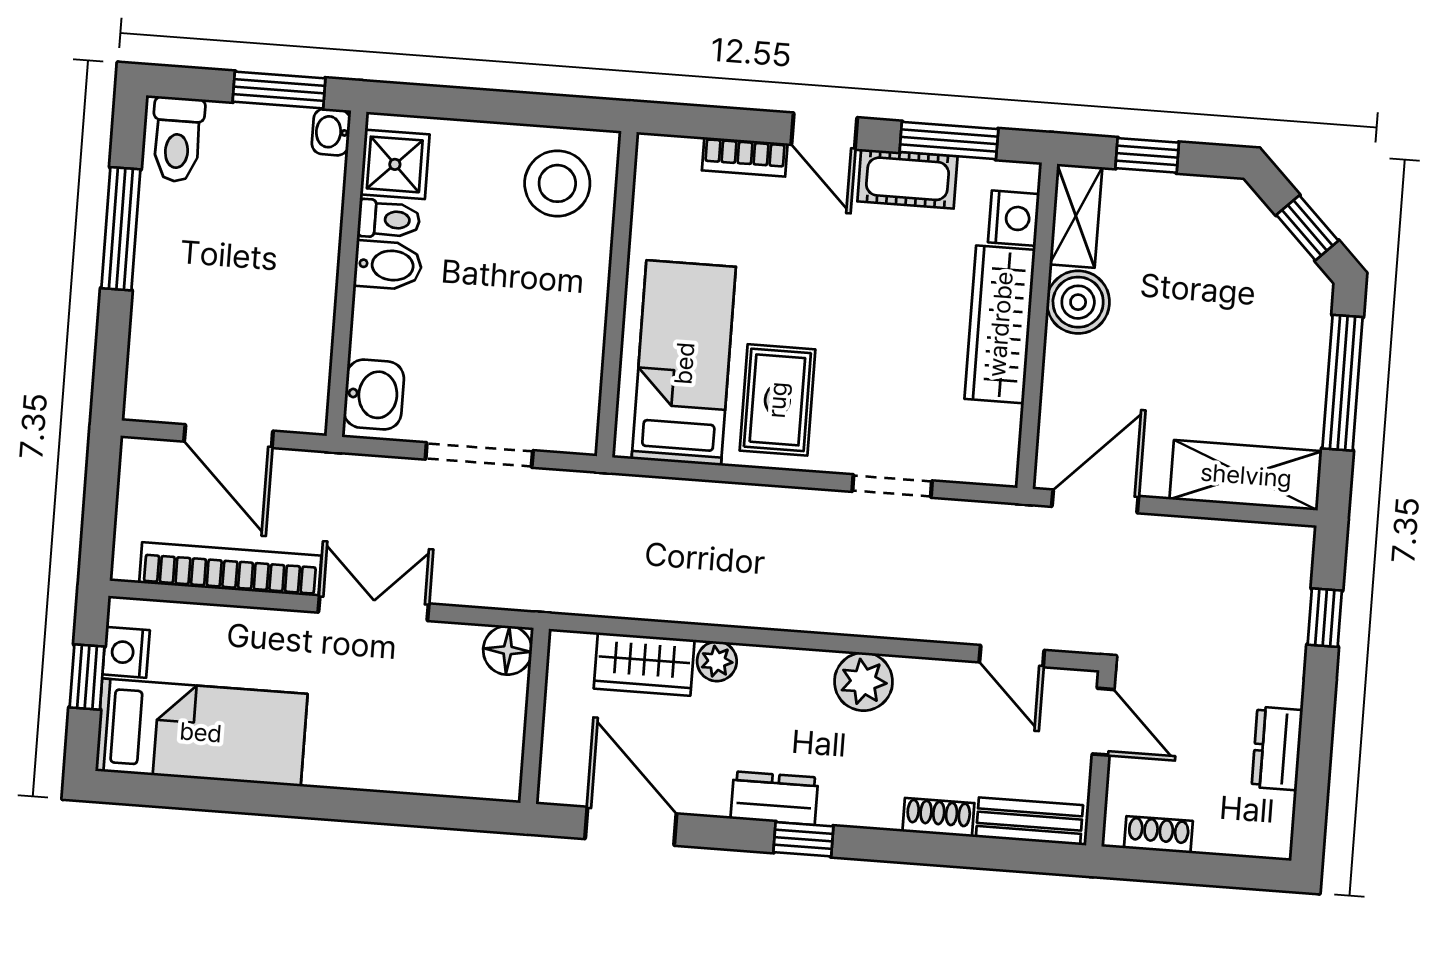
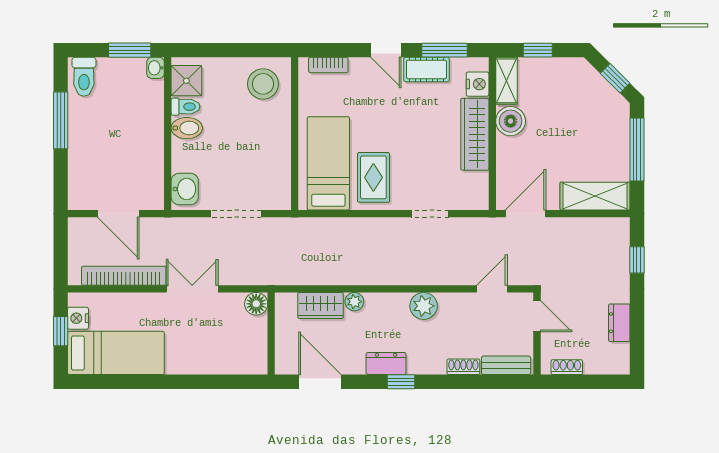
bookcase: (745, 157) -> (328, 65), moved
door: (1012, 656) -> (492, 289), swing flipped

